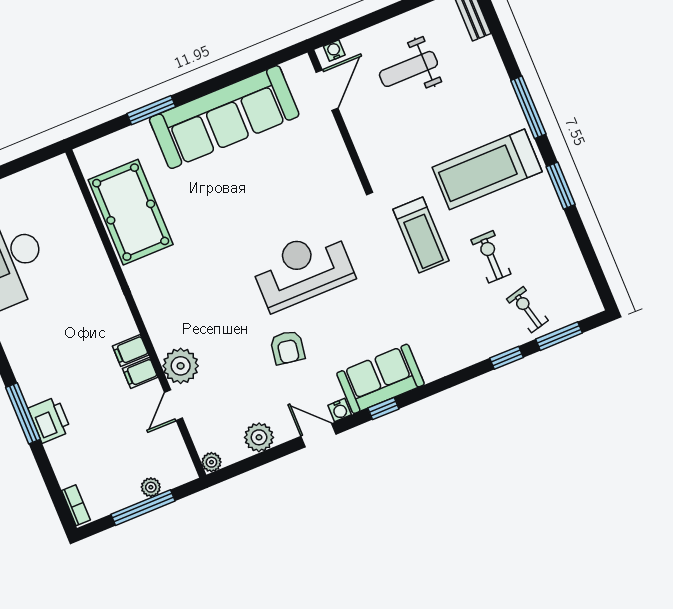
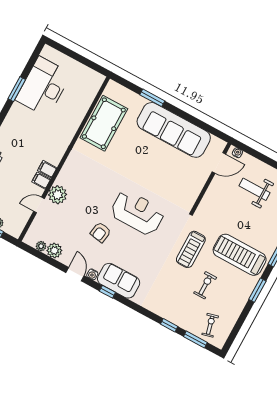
exercise bike: (527, 310) -> (210, 325), moved
plant: (211, 462) -> (41, 246), moved

